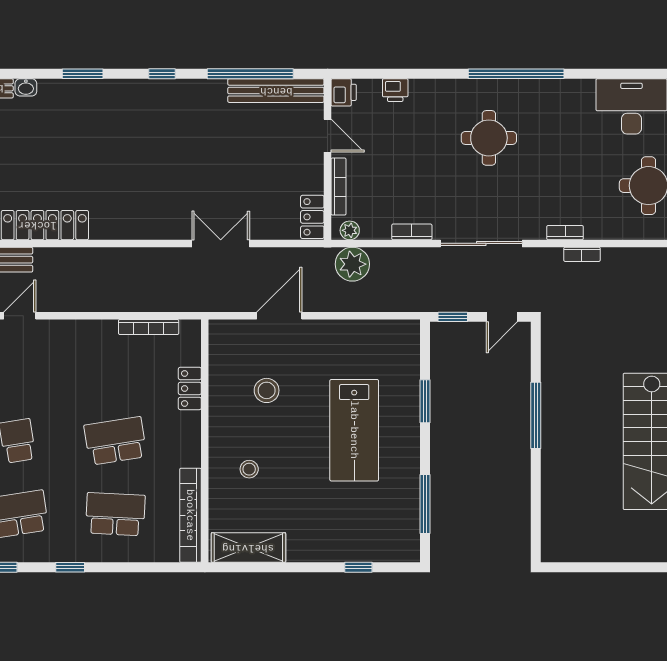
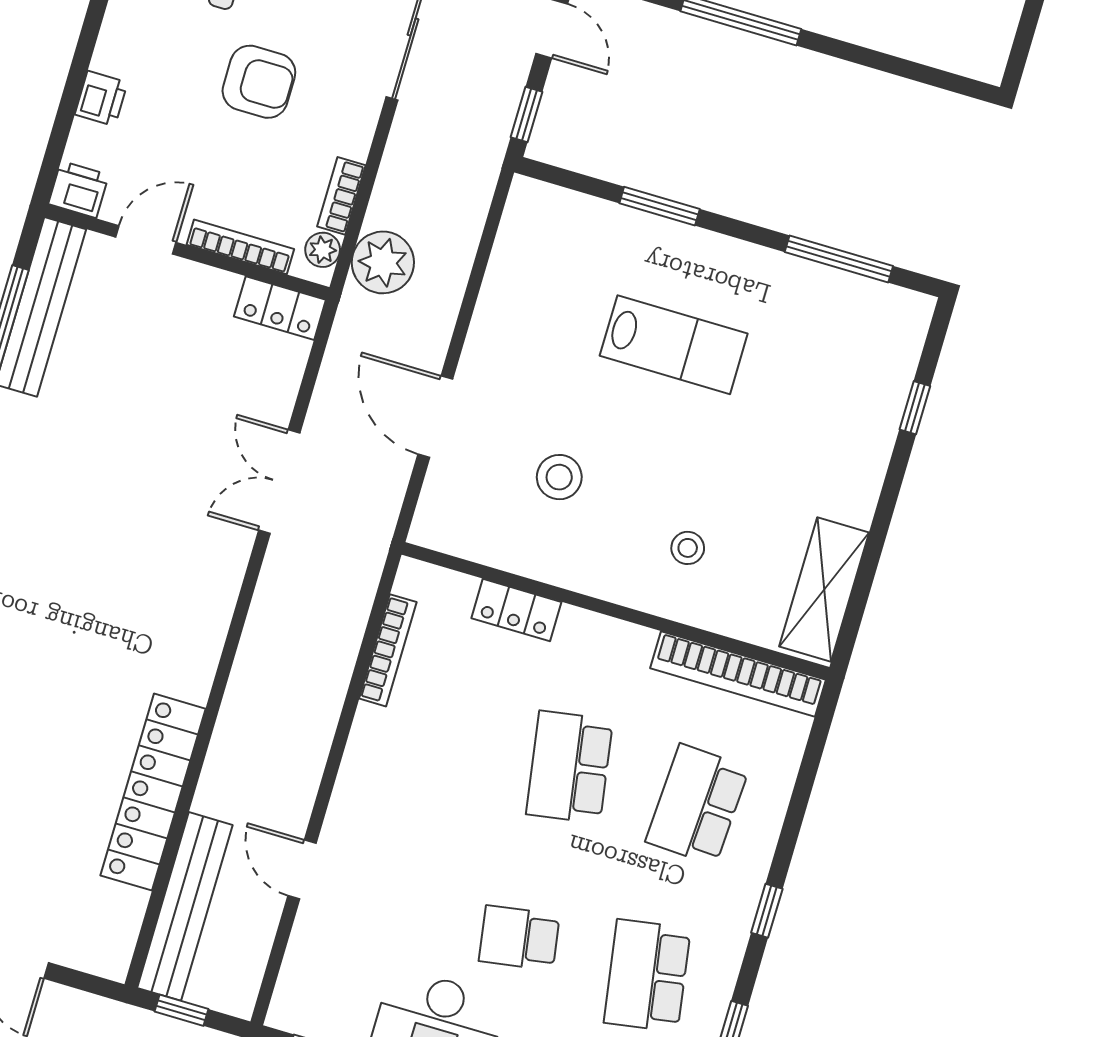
armchair: (428, 171) -> (259, 82), added
bookcase: (412, 232) -> (341, 196), moved
lab bench: (354, 430) -> (674, 345), width x0.73, depth x0.72

